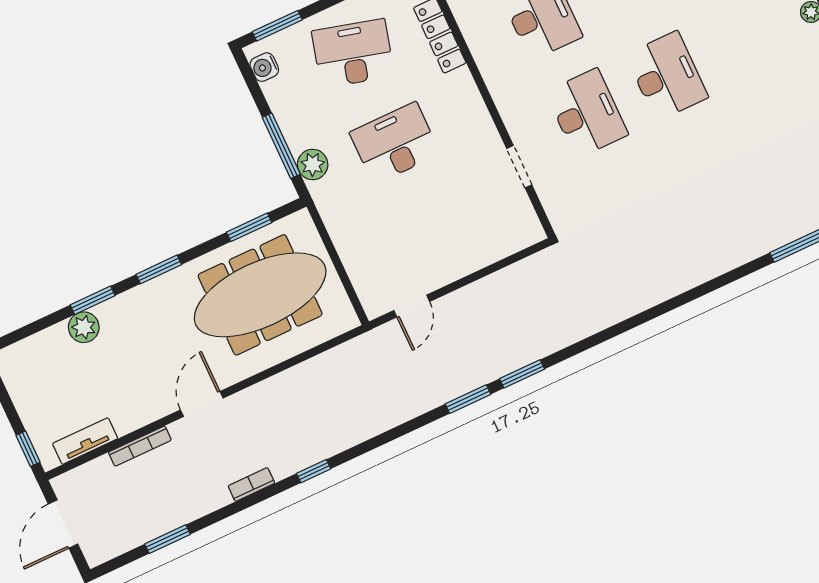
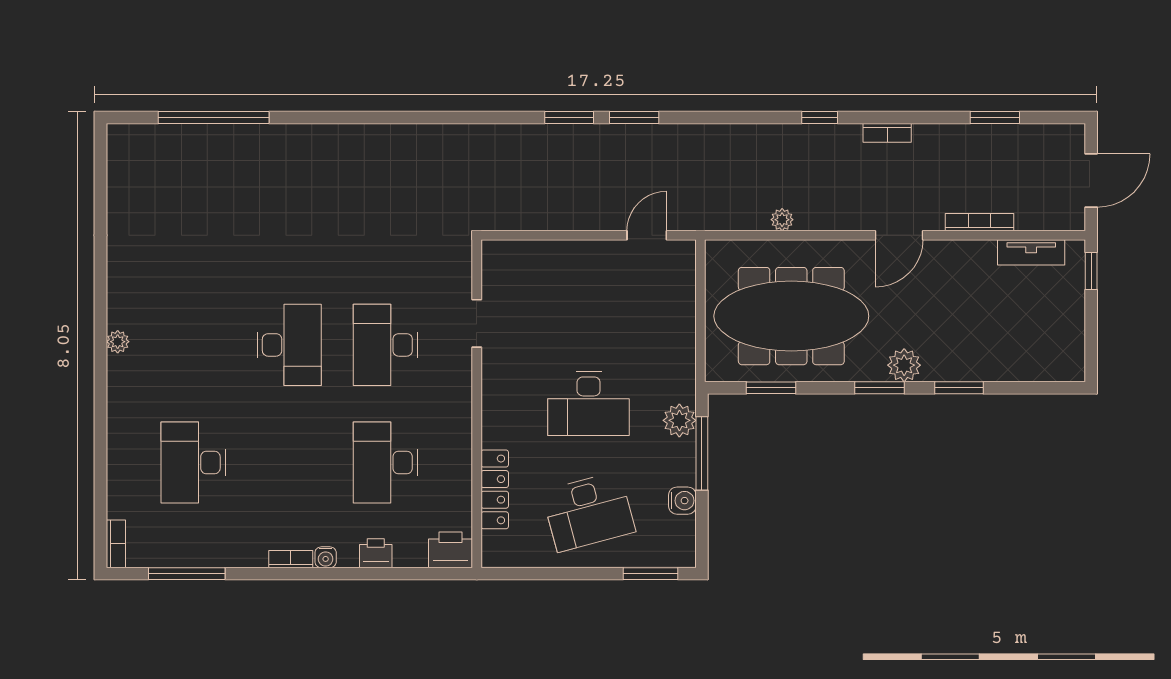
desk: (353, 53) -> (589, 512), turned -30
water cooler: (264, 67) -> (682, 501), moved
desk: (667, 76) -> (289, 345), turned 180
plant: (84, 327) -> (904, 365), moved
plant: (305, 372) -> (782, 220), added

